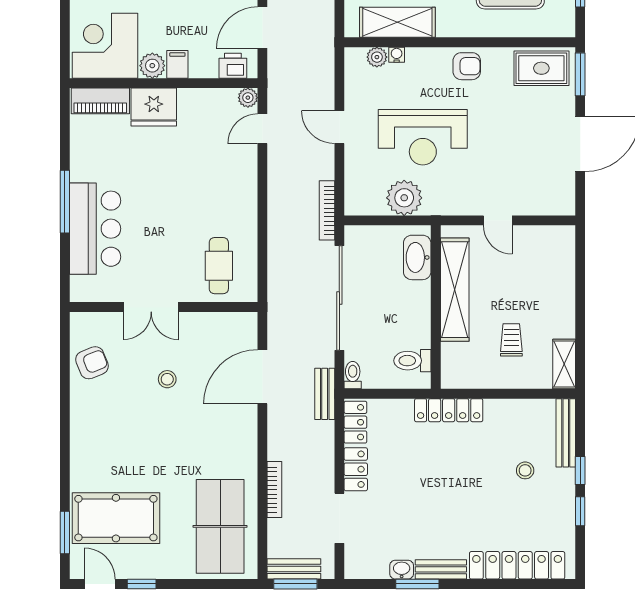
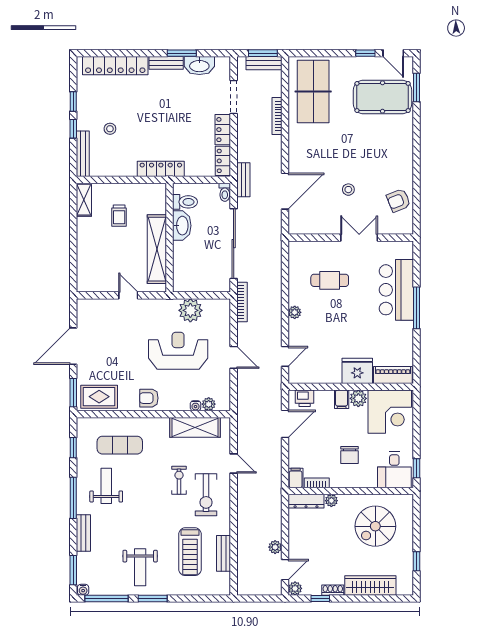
plant: (248, 98) -> (295, 312), moved
washbasin: (417, 257) -> (182, 226), moved
cafe table: (219, 266) -> (330, 280), moved, turned 90
washbasin: (402, 570) -> (199, 66), width x1.91, depth x1.45

